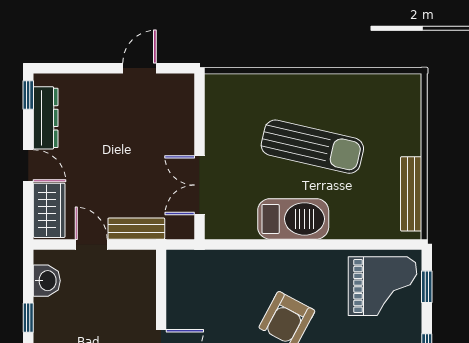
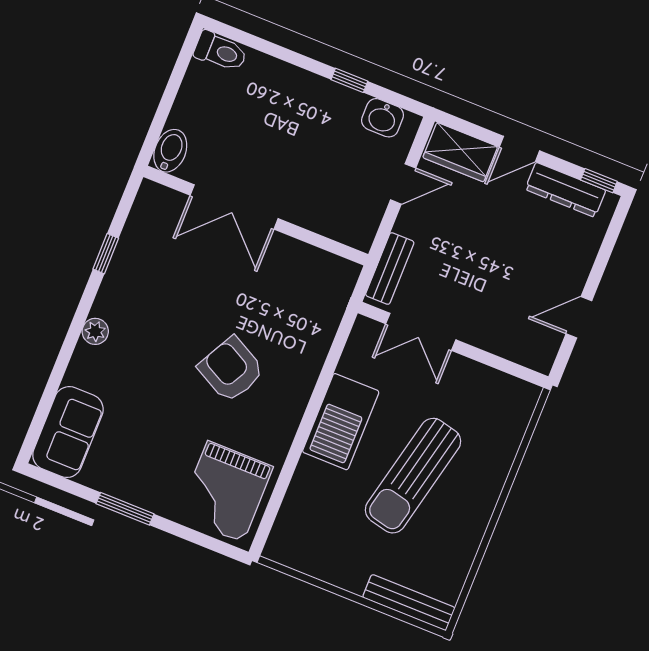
door: (139, 68) -> (579, 317), swing flipped
double door: (199, 185) -> (421, 332), swing flipped
bench: (411, 194) -> (409, 603), moved
bench: (136, 229) -> (390, 268), moved
window: (427, 287) -> (205, 541), removed

